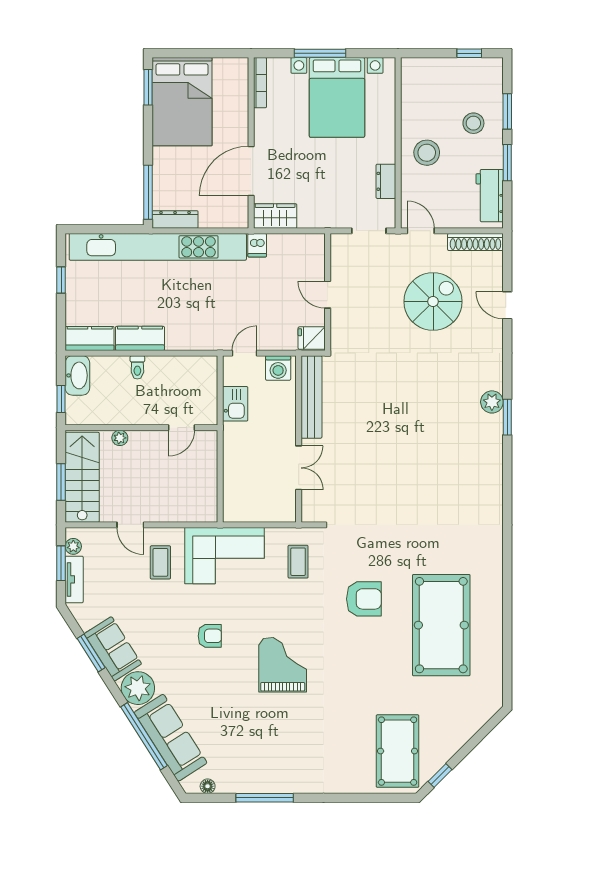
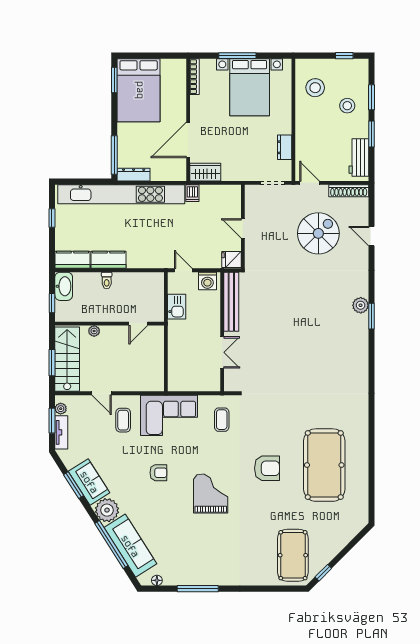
stool: (427, 153) -> (315, 88), moved
door: (245, 353) -> (183, 270), hinge flipped
armchair: (364, 599) -> (267, 468), moved

